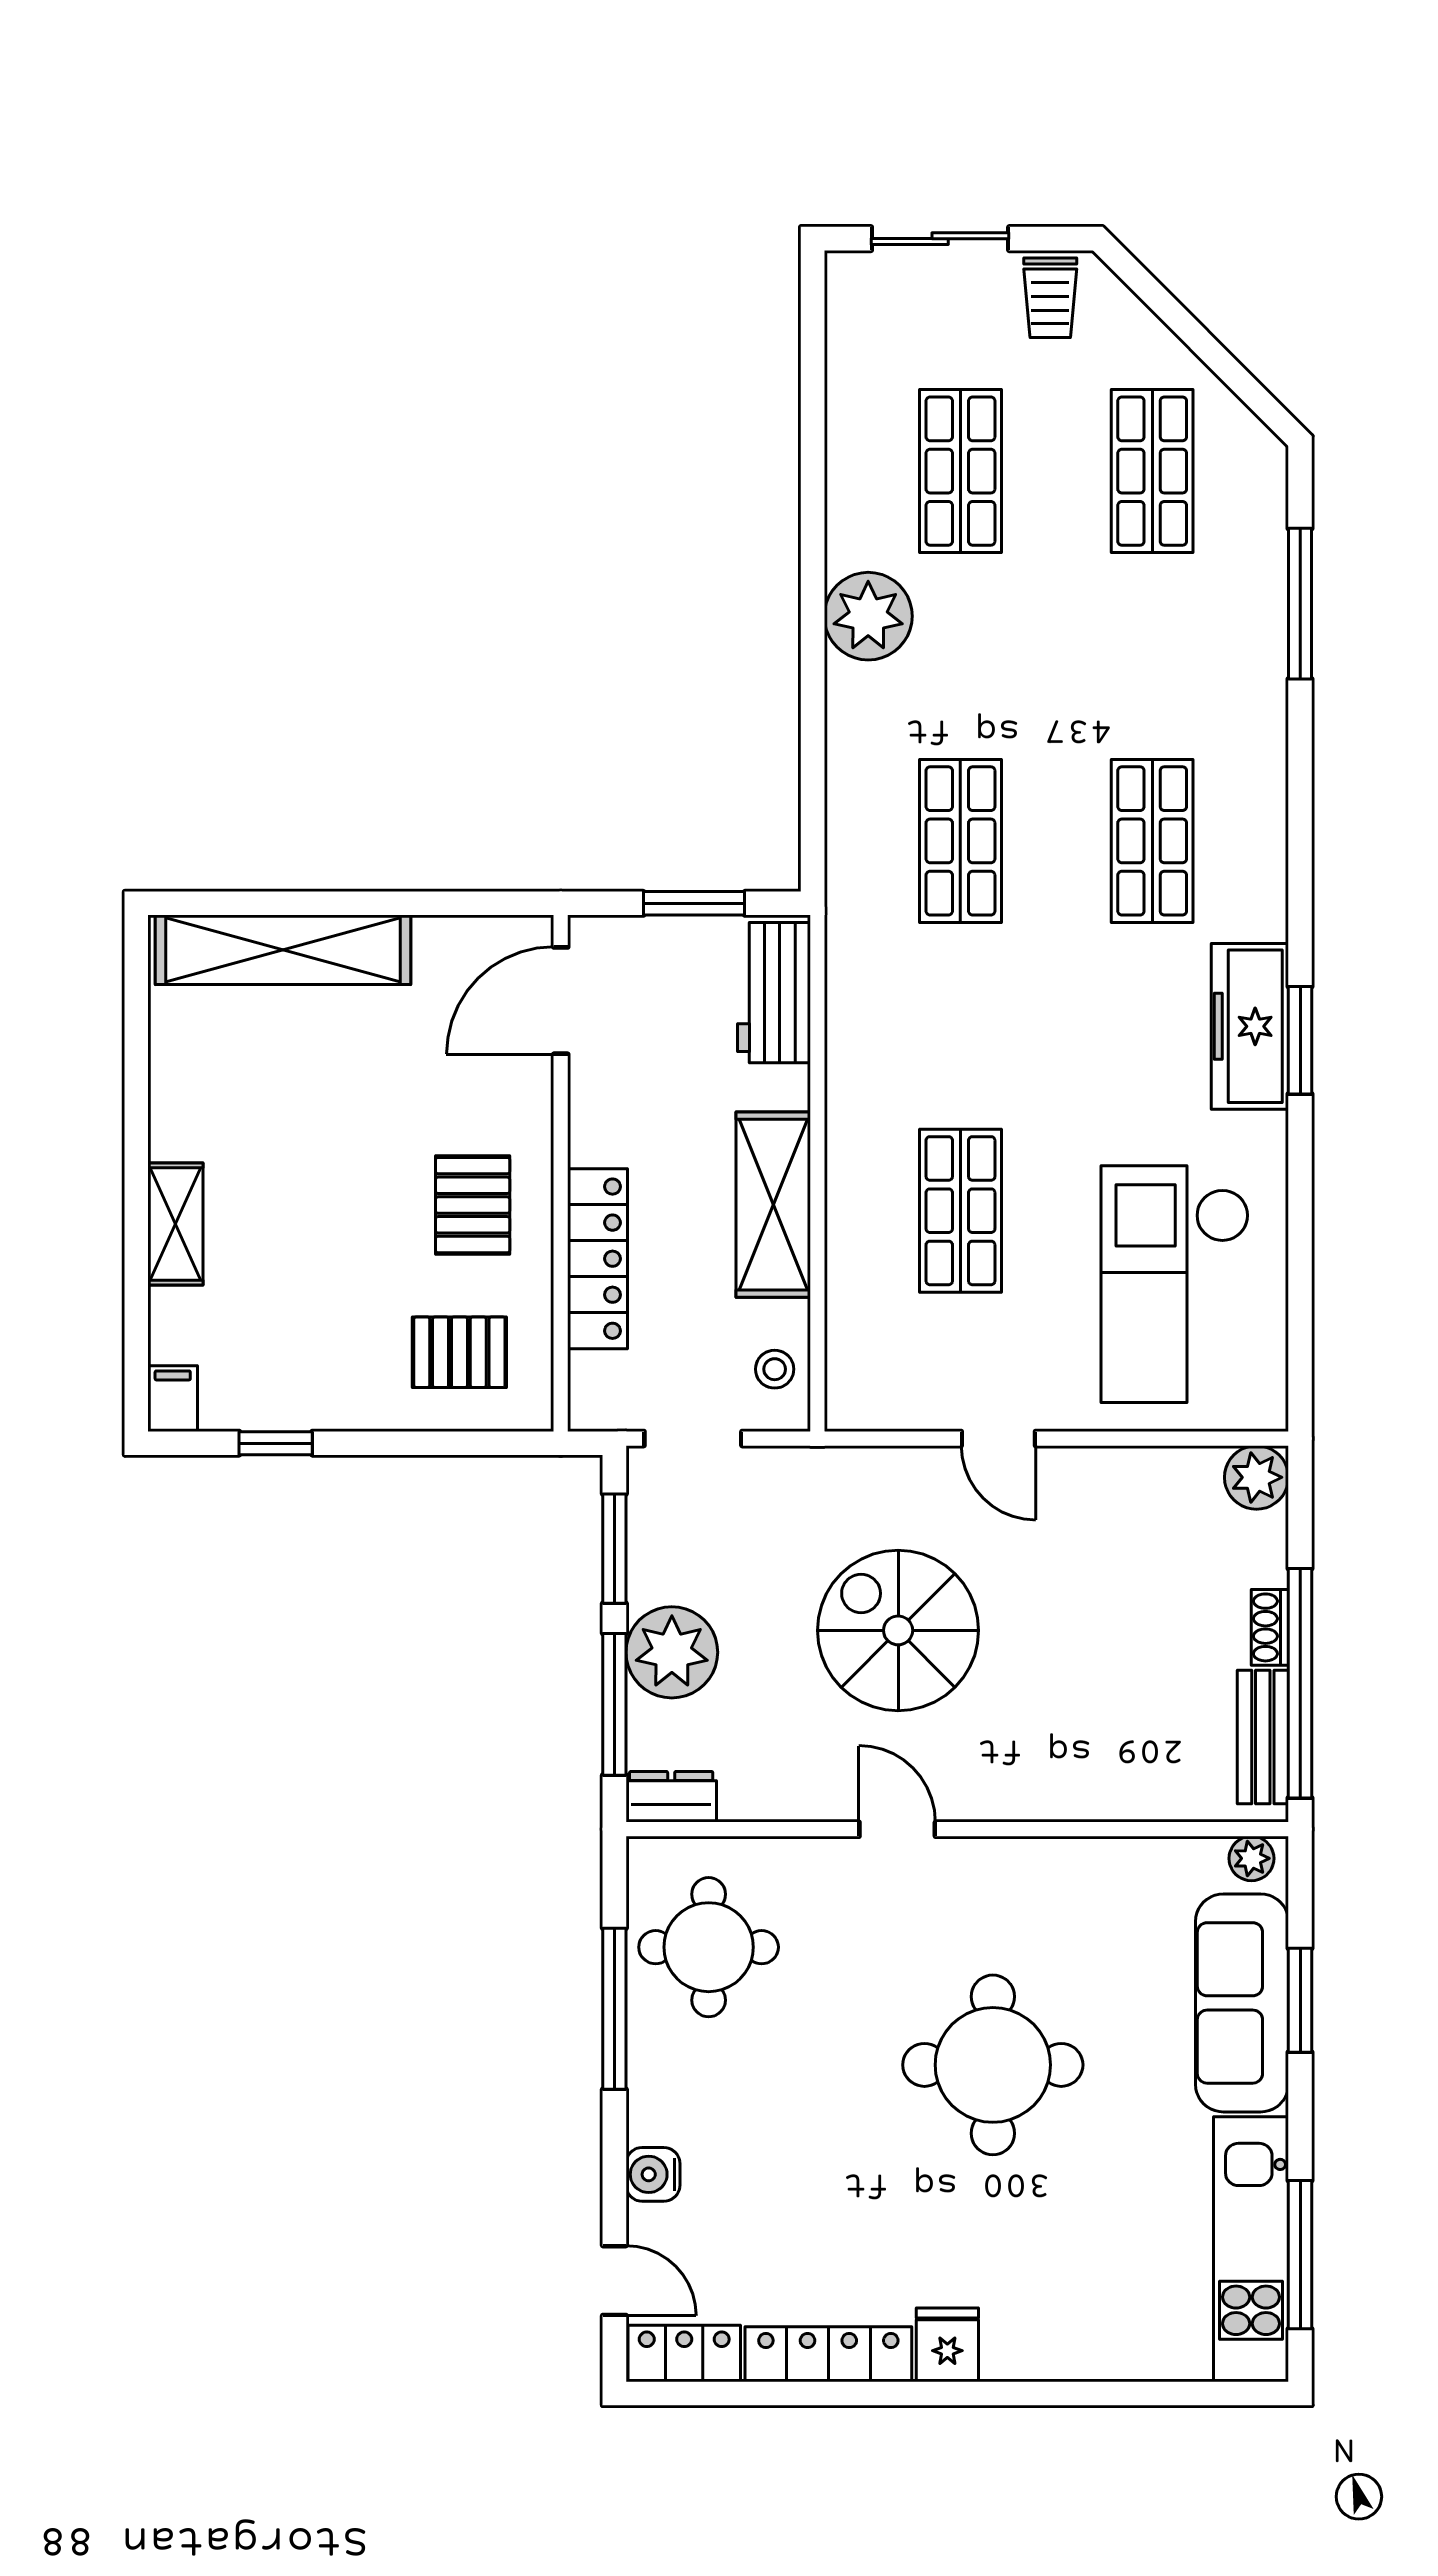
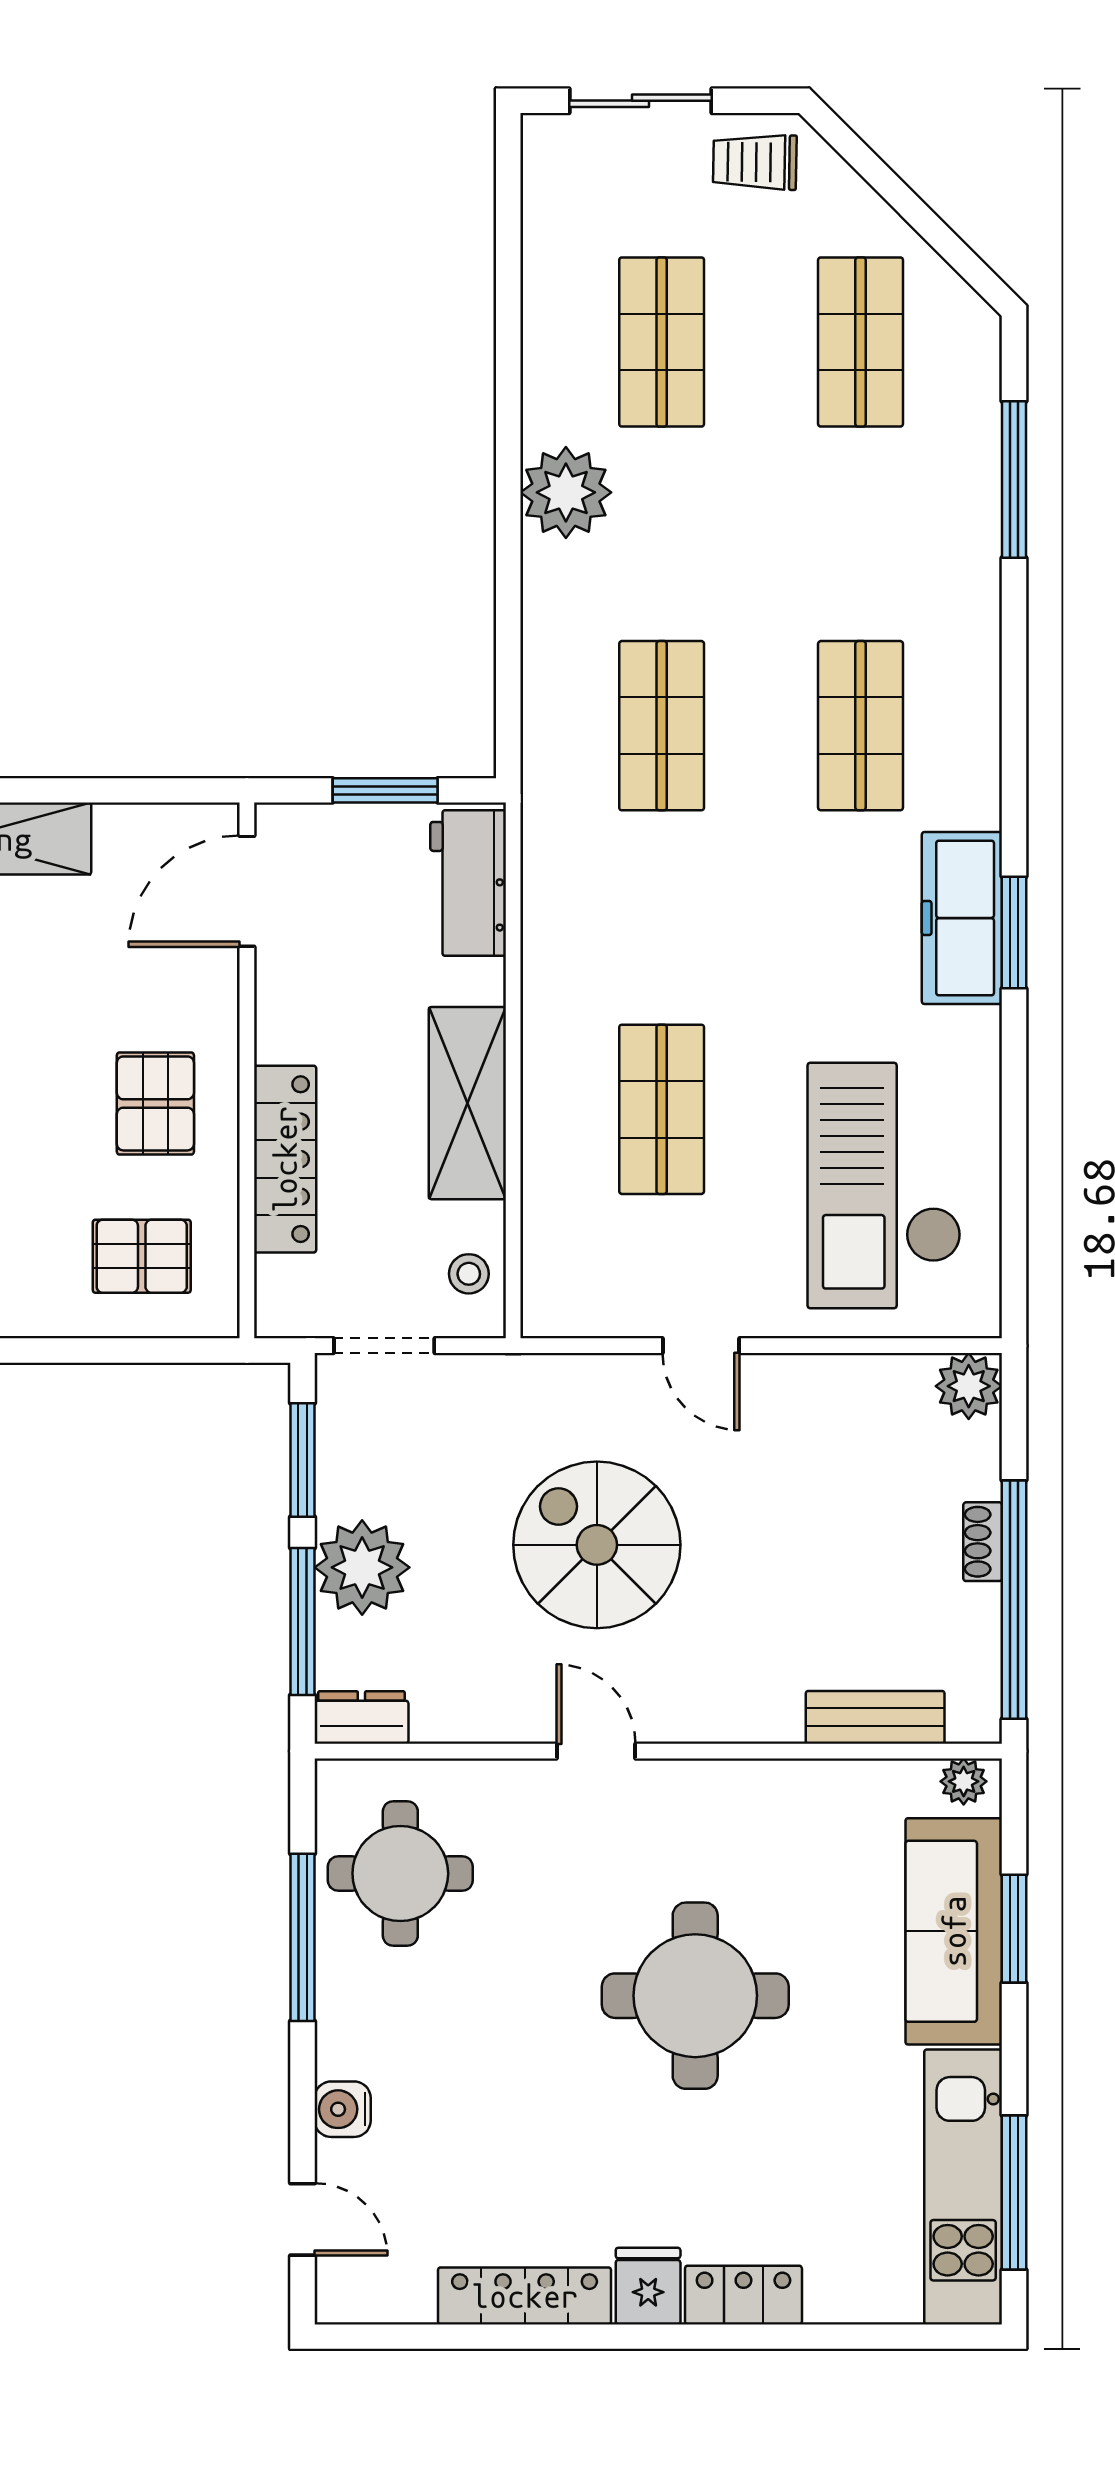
trolley: (1050, 298) -> (755, 162), turned 91
bench: (1263, 1737) -> (875, 1717), moved, turned 90
locker: (684, 2353) -> (743, 2295), moved

